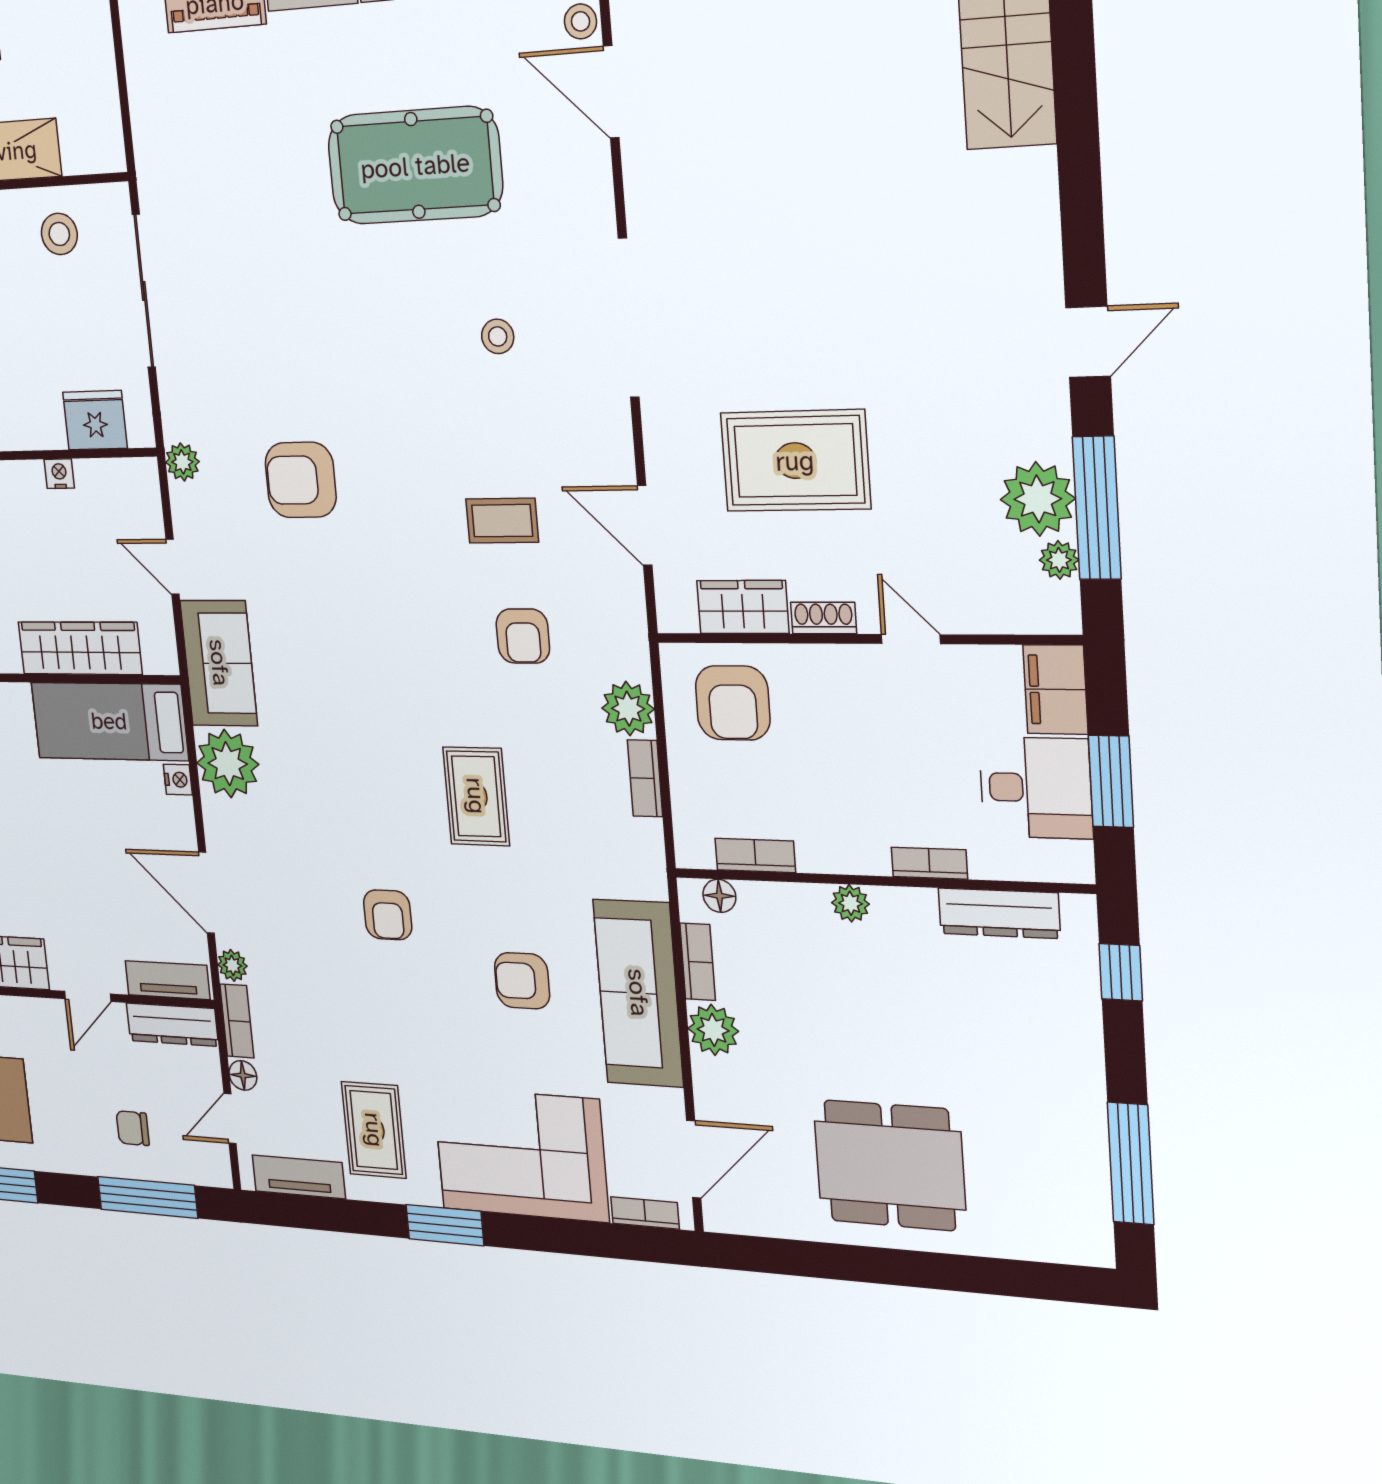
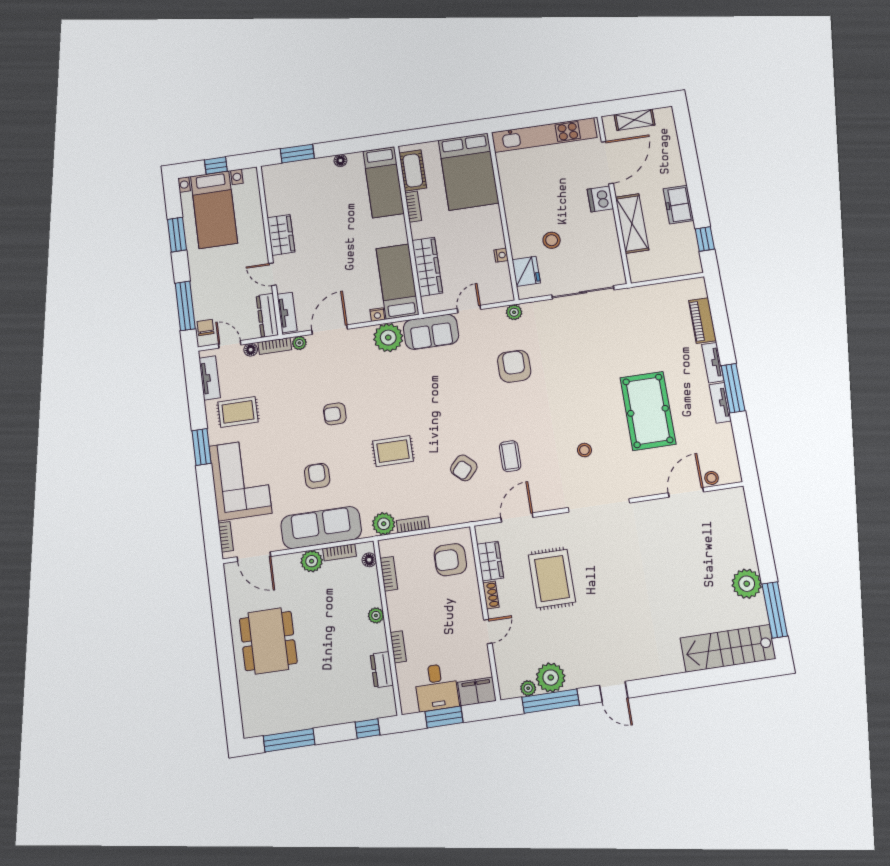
stool: (59, 234) -> (552, 240), moved
armchair: (523, 636) -> (464, 468), turned -47
plant: (628, 709) -> (384, 524), moved
dresser: (999, 913) -> (382, 670), width x0.70
chair: (133, 1128) -> (205, 327), moved

